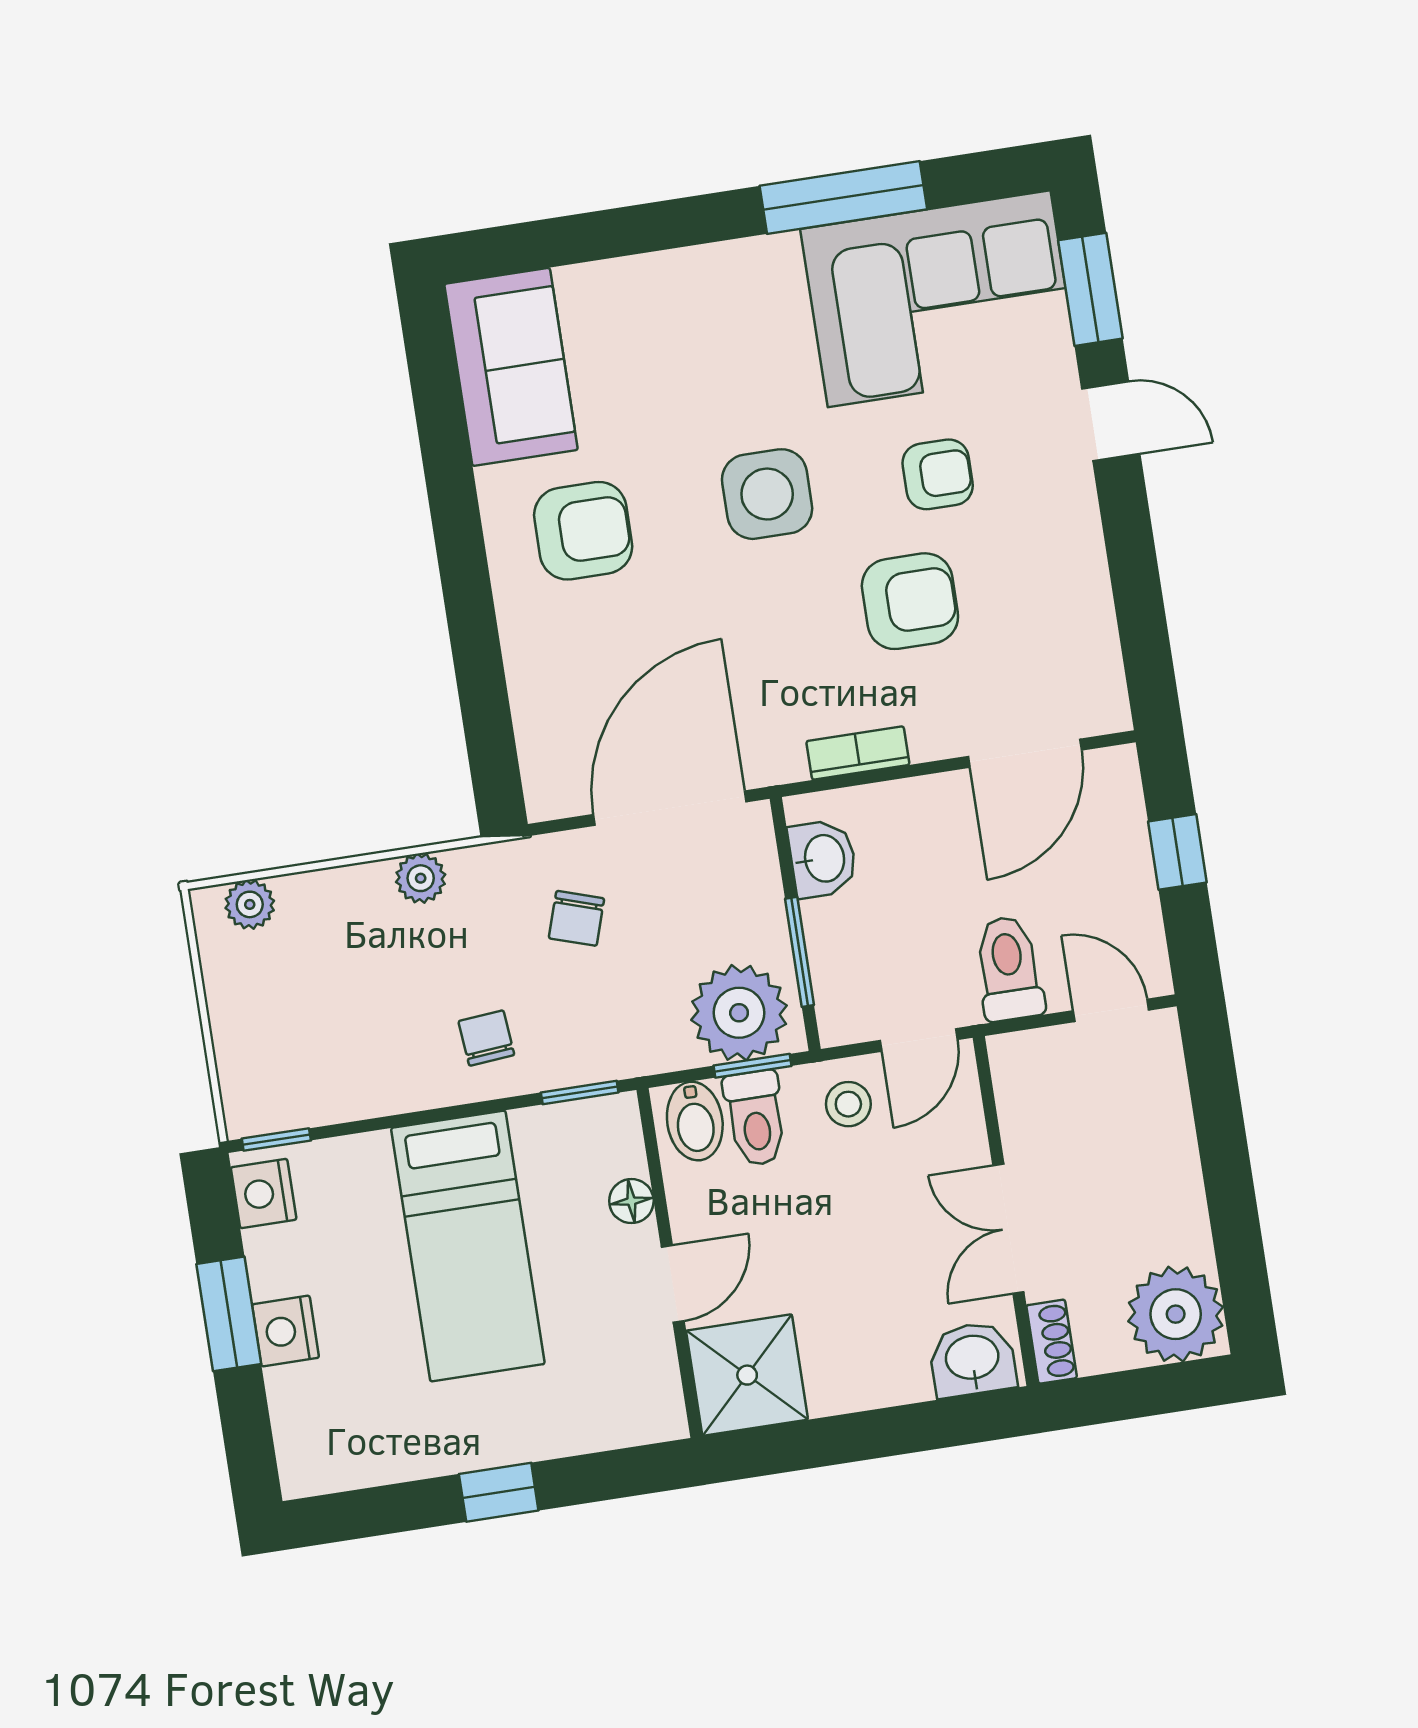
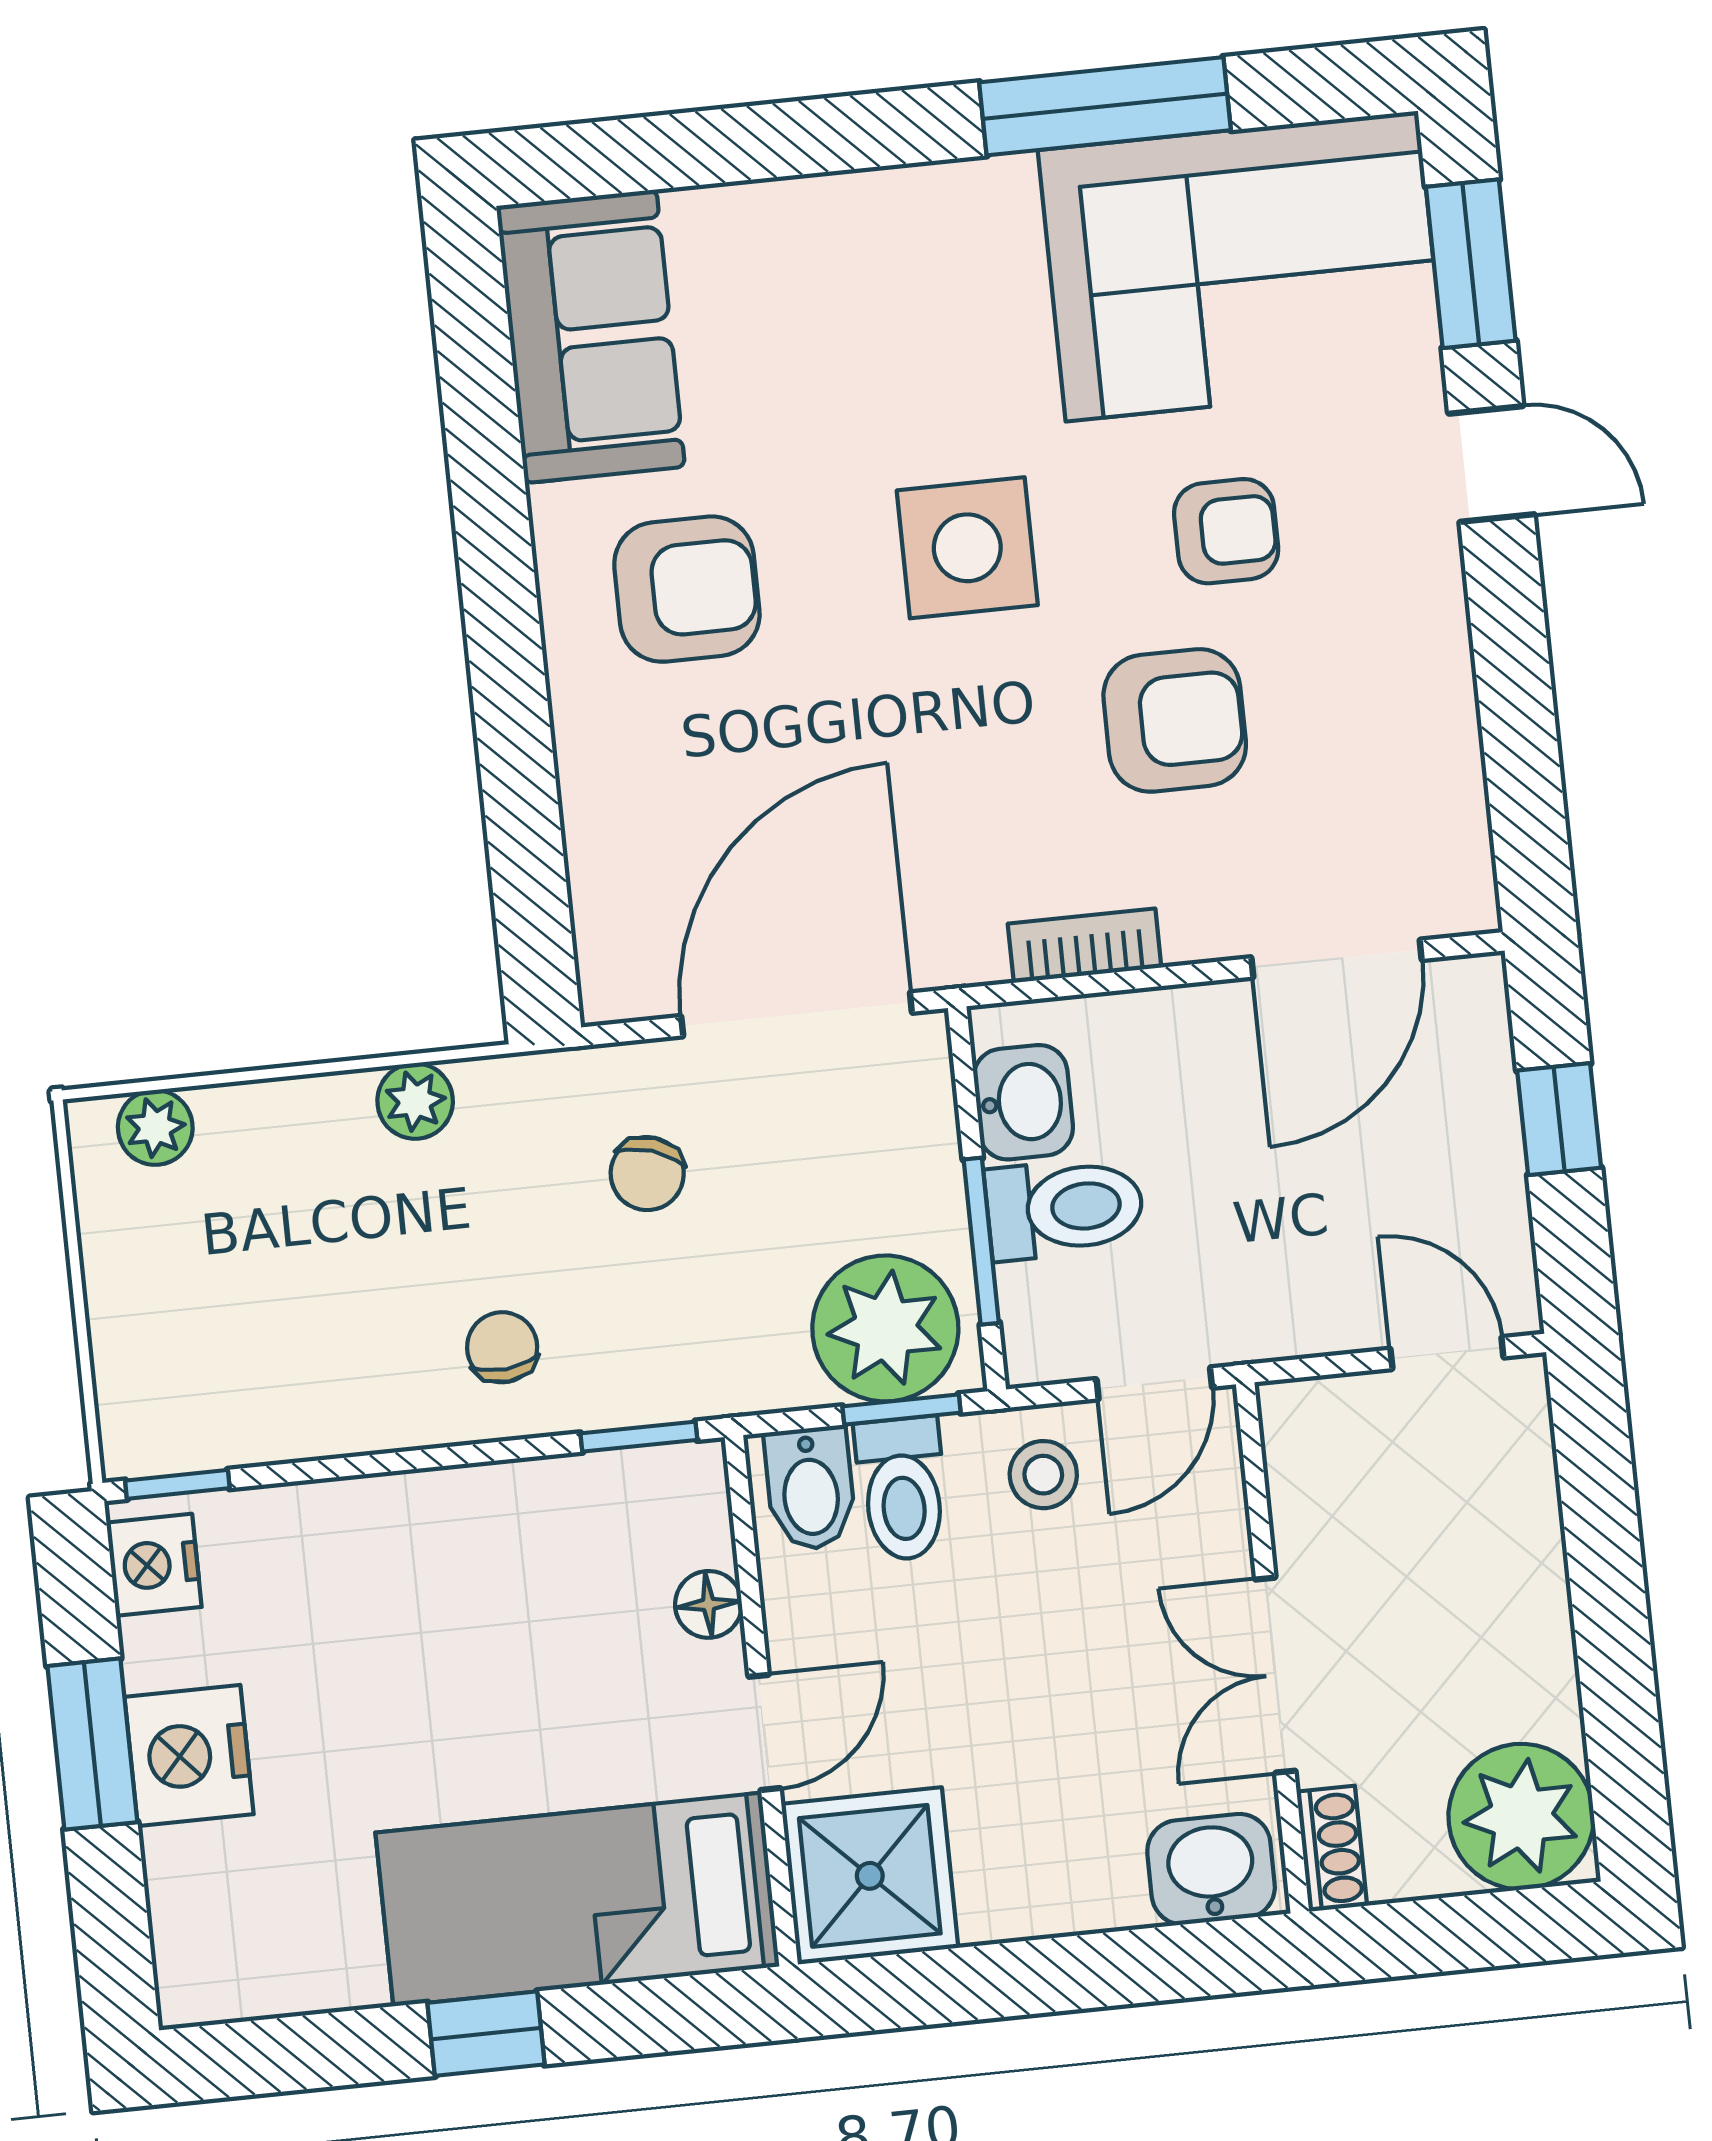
toilet: (1009, 968) -> (1065, 1208), moved, turned 90
bed: (468, 1246) -> (577, 1899), moved, turned 90
nightstand: (285, 1331) -> (189, 1755), width x1.36, depth x1.33

